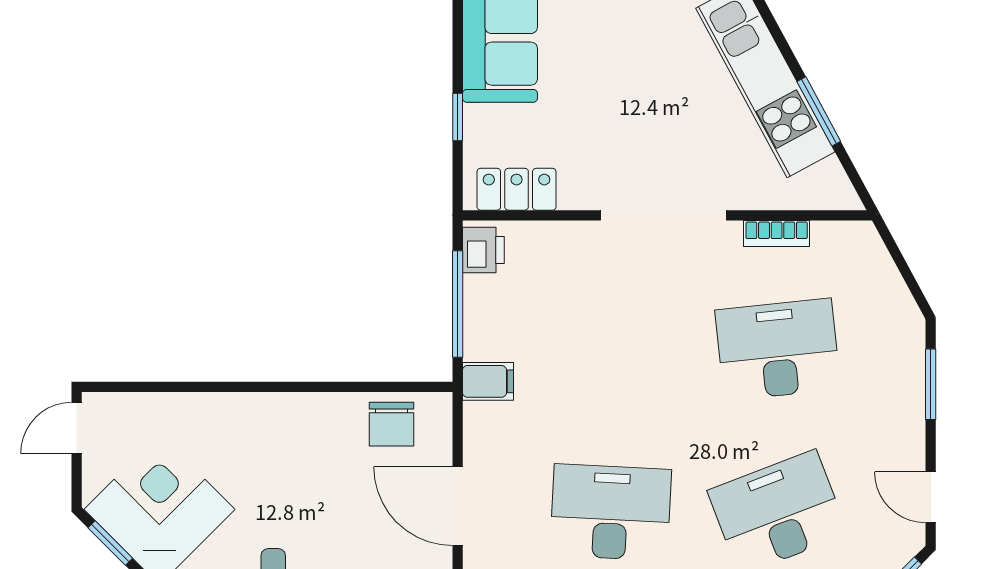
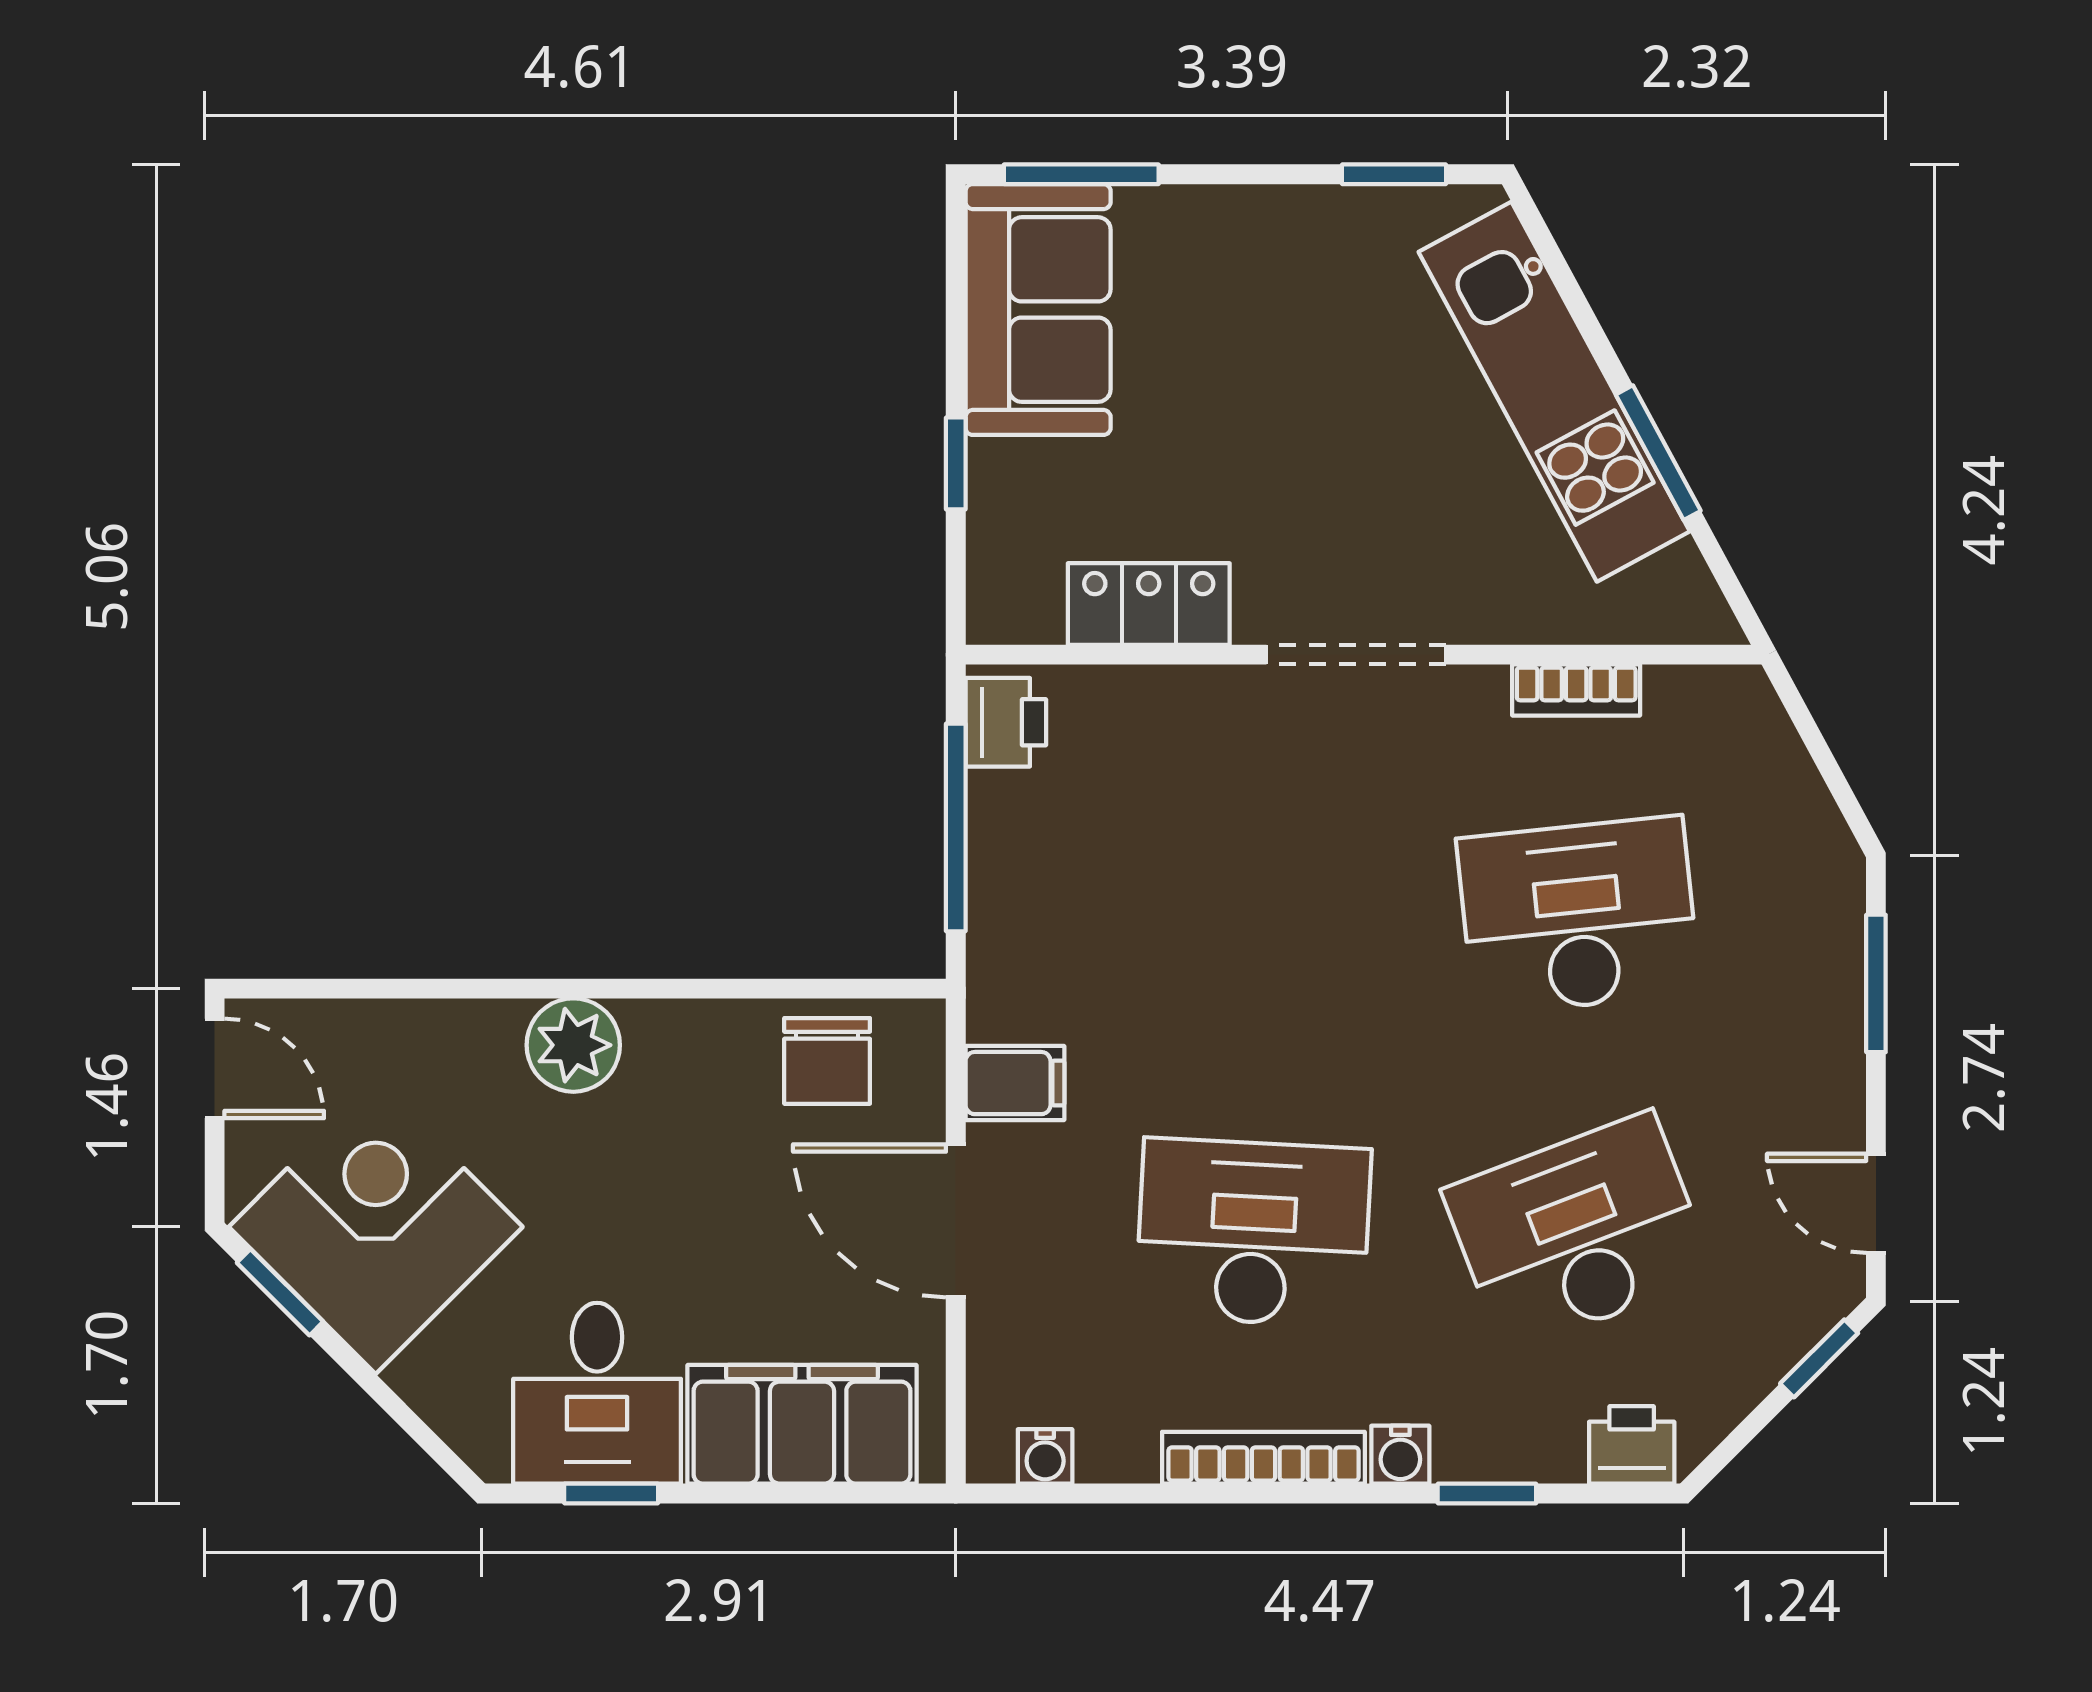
locker: (517, 189) -> (1149, 604), moved
doorway: (663, 215) -> (1356, 655), width x0.73
filing cabinet: (488, 381) -> (1015, 1083), moved
plant: (261, 416) -> (573, 1045), added
door: (77, 428) -> (215, 1068), swing flipped

